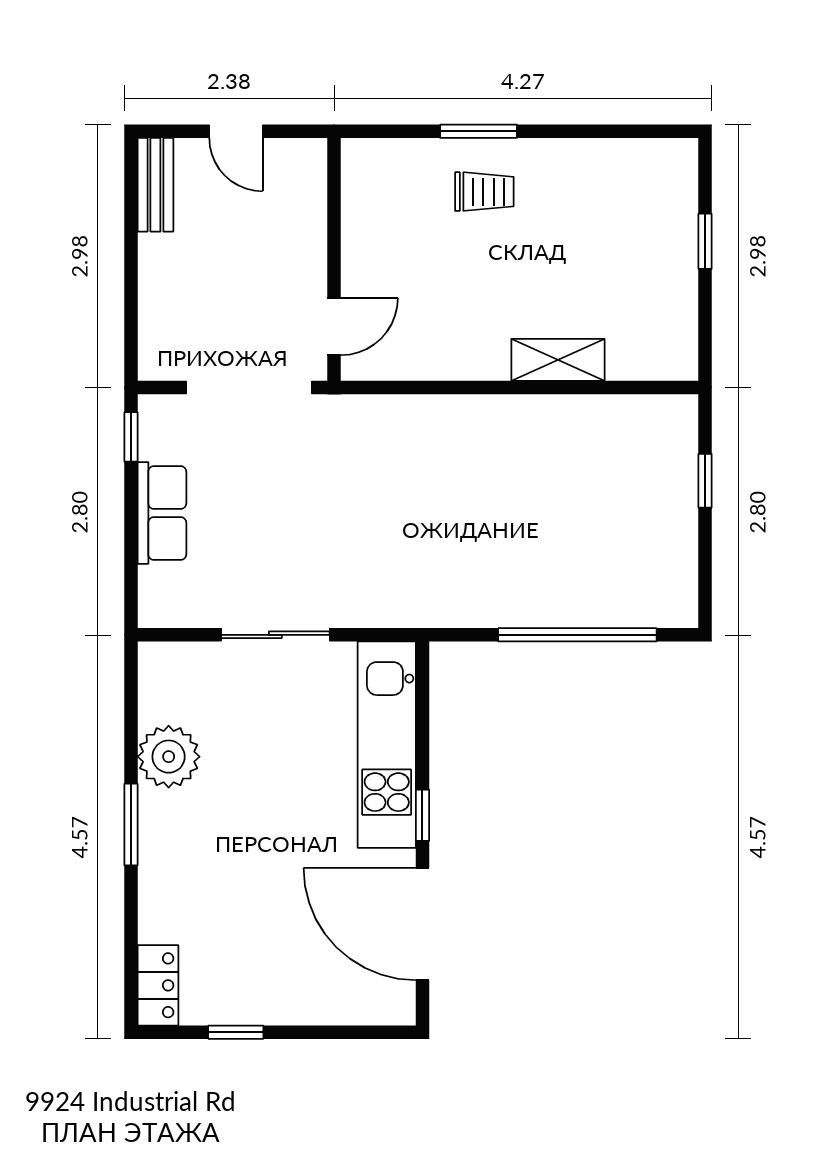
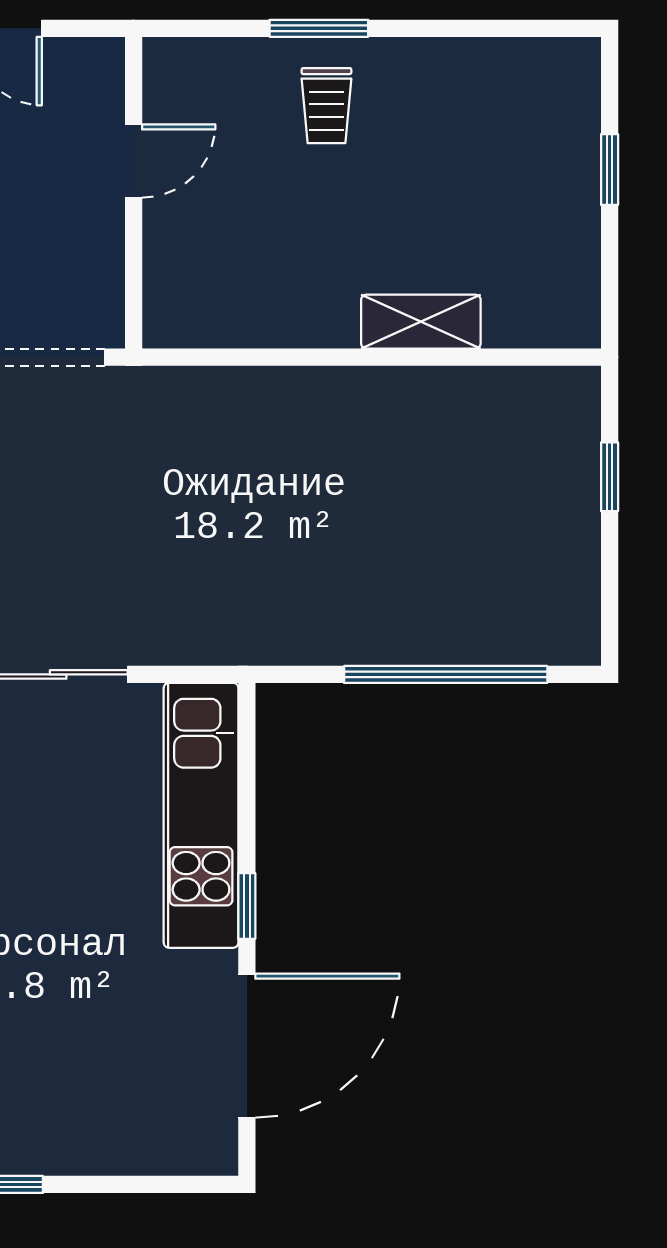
trolley: (484, 192) -> (326, 106), turned 90
door: (334, 327) -> (134, 161), moved
door: (422, 924) -> (247, 1046), swing flipped

